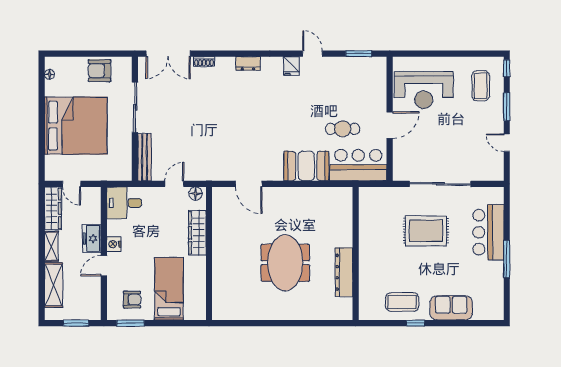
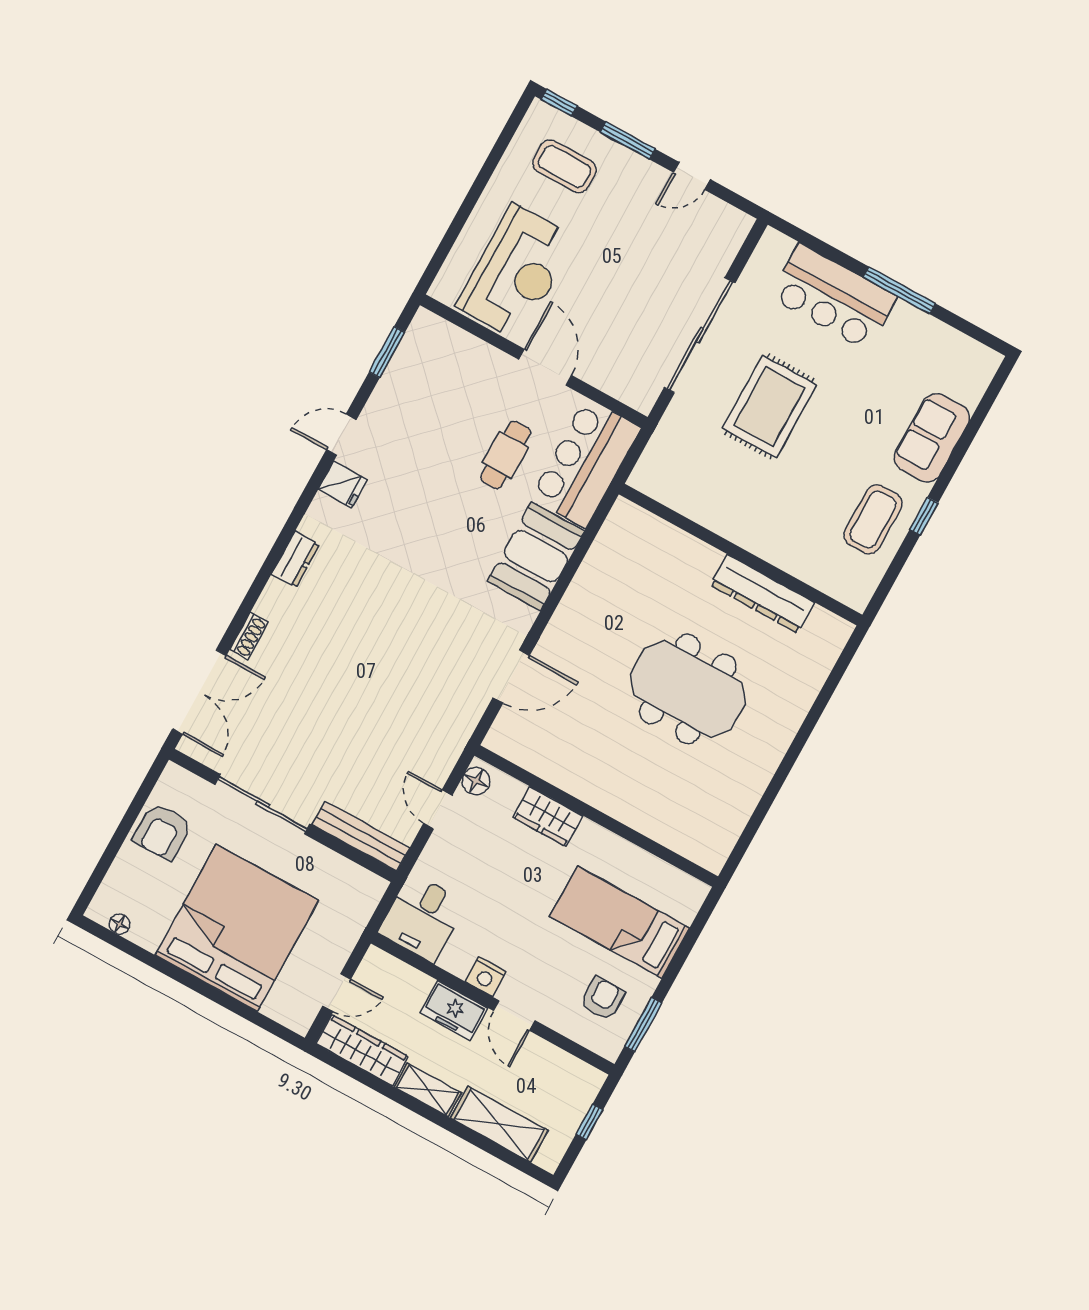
wardrobe: (197, 233) -> (548, 817), width x0.67
window: (76, 323) -> (589, 1122), width x0.67

